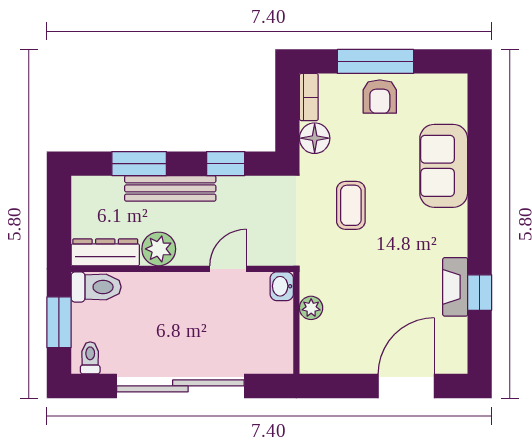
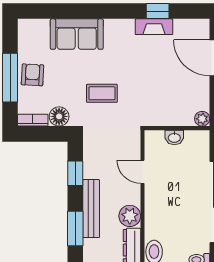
armchair: (380, 97) -> (32, 75), turned -87
washbasin: (282, 286) -> (174, 137), moved
plant: (311, 308) -> (202, 119), moved

